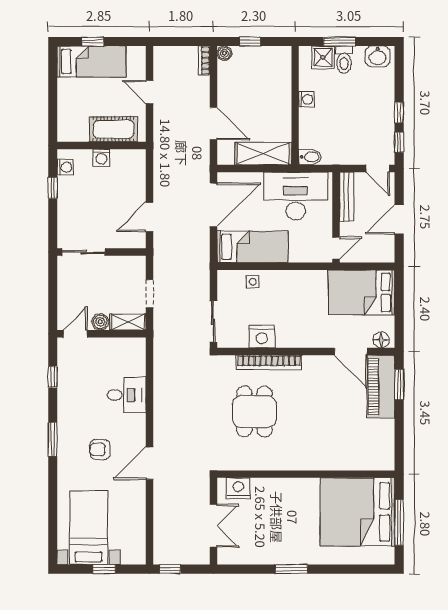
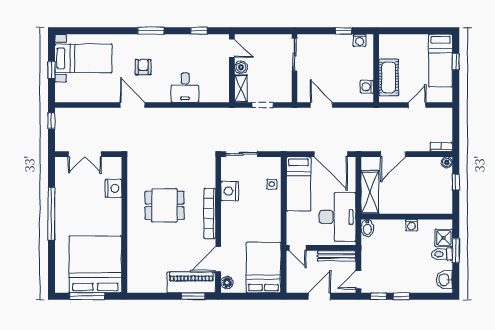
washing machine: (101, 157) -> (367, 87), moved
door: (399, 220) -> (319, 296), hinge flipped
bookcase: (269, 363) -> (210, 213), moved
dining table: (254, 412) -> (164, 205), moved
nightstand: (238, 488) -> (113, 188), moved
window: (291, 569) -> (51, 214), width x2.11

